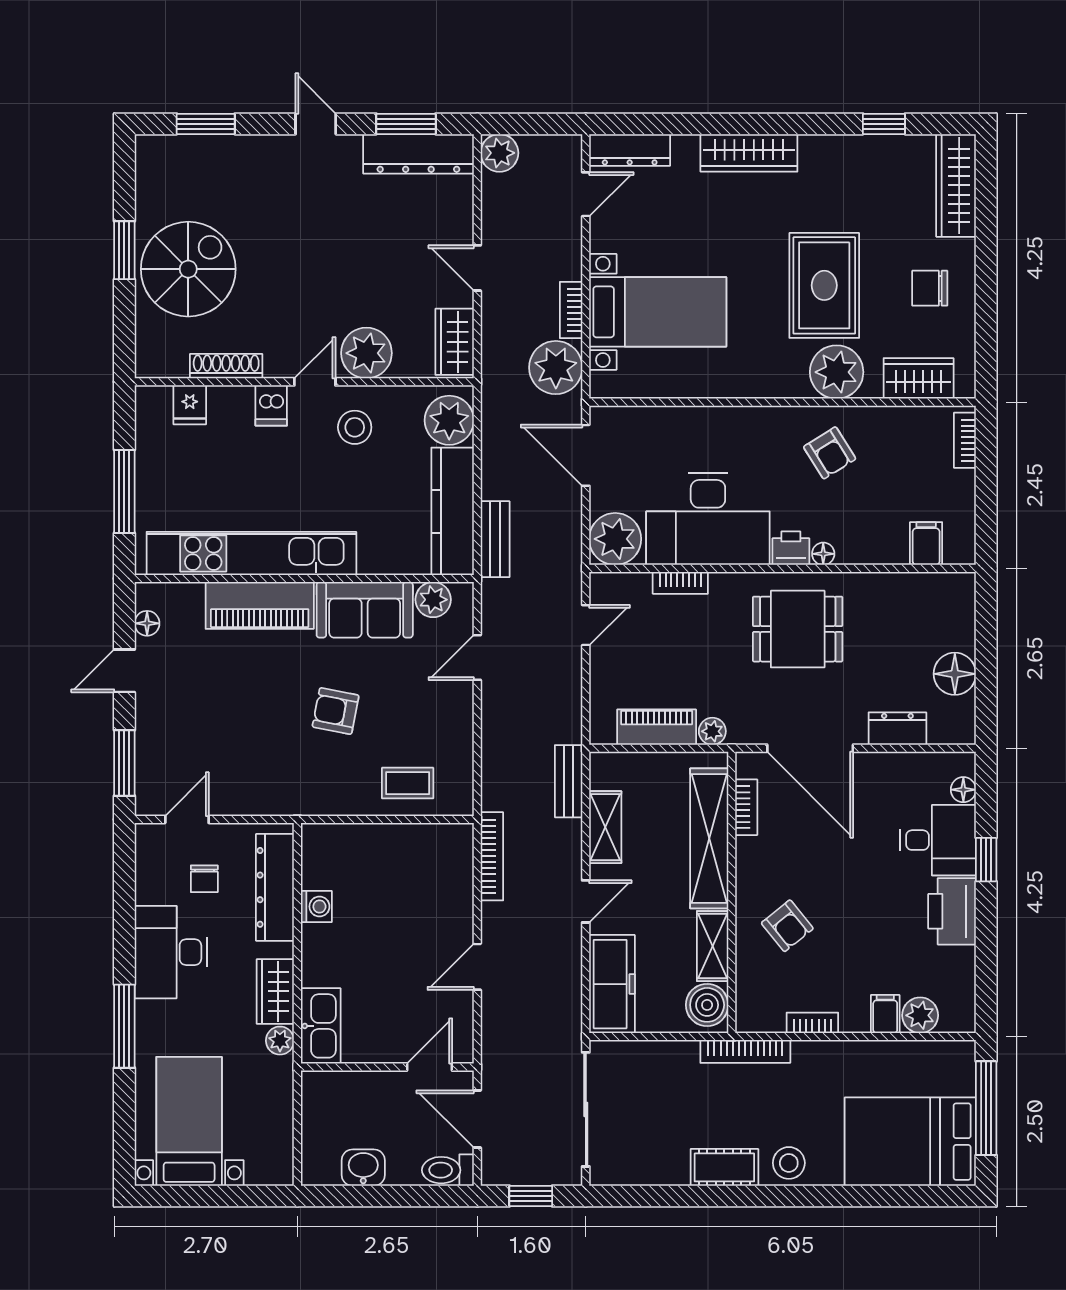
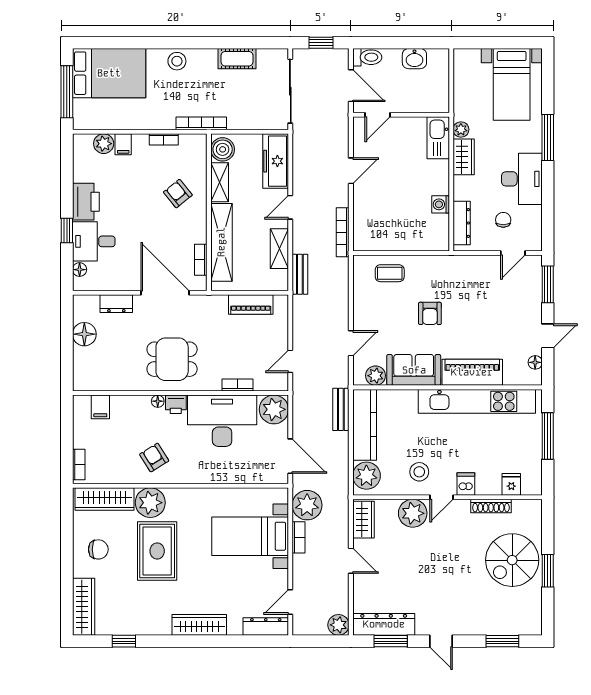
wardrobe: (919, 378) -> (105, 499), width x1.50
armchair: (336, 711) -> (430, 313), turned 79
plant: (712, 731) -> (220, 302), removed
dresser: (275, 887) -> (462, 223), width x0.73, depth x0.80
cot: (724, 1167) -> (237, 59), moved

